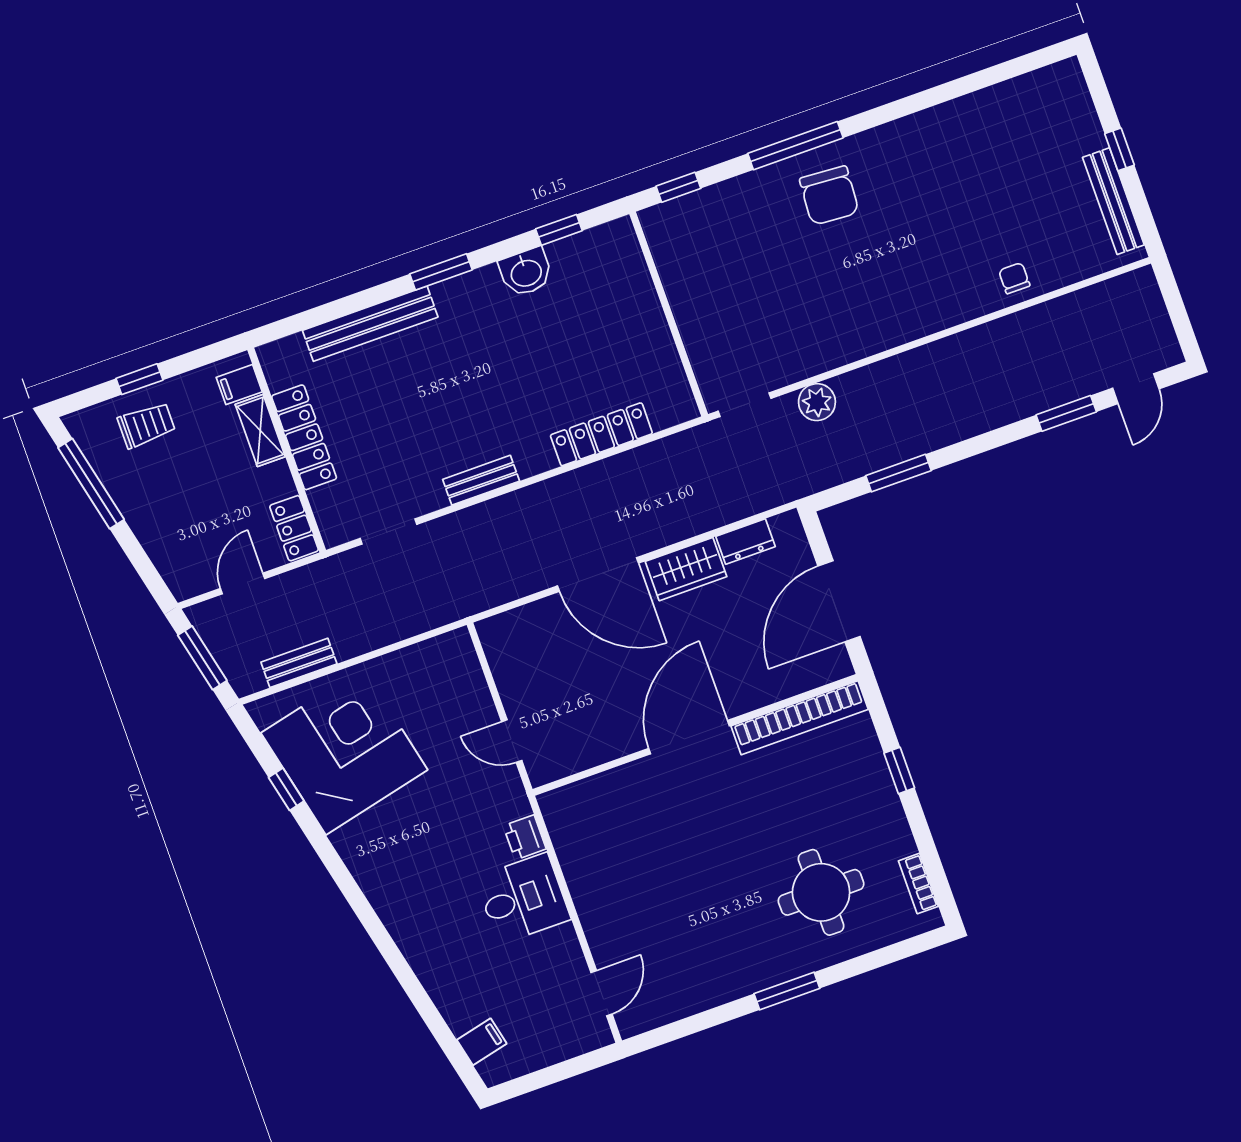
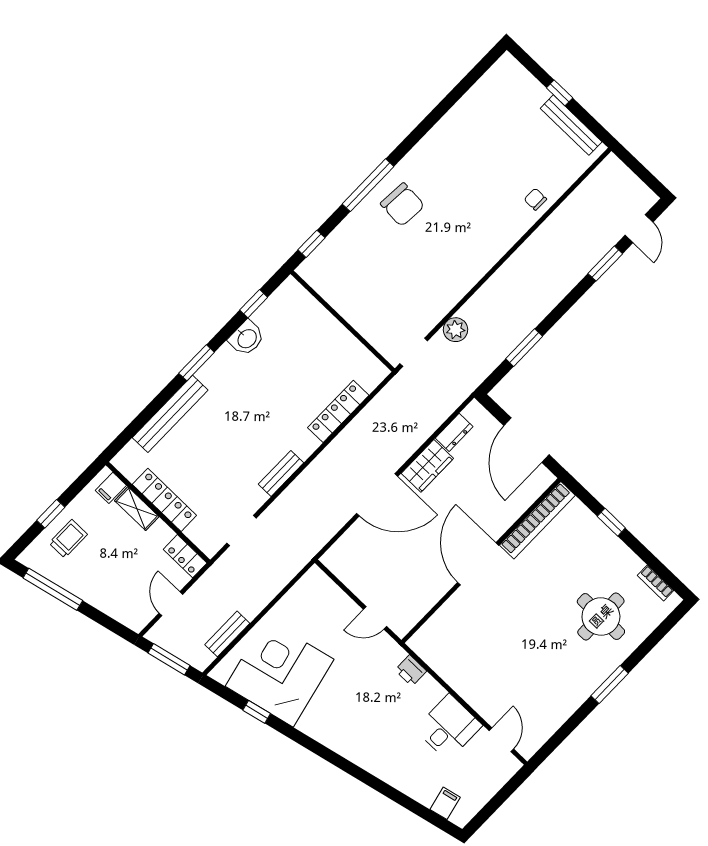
desk: (523, 898) -> (449, 727), moved

